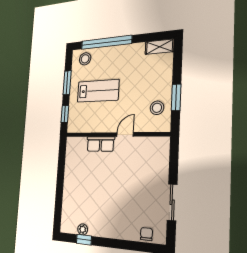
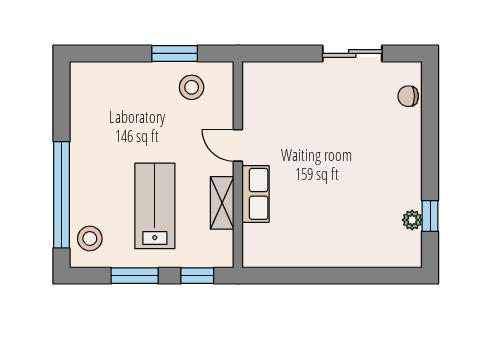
shelving: (159, 47) -> (222, 203), moved

